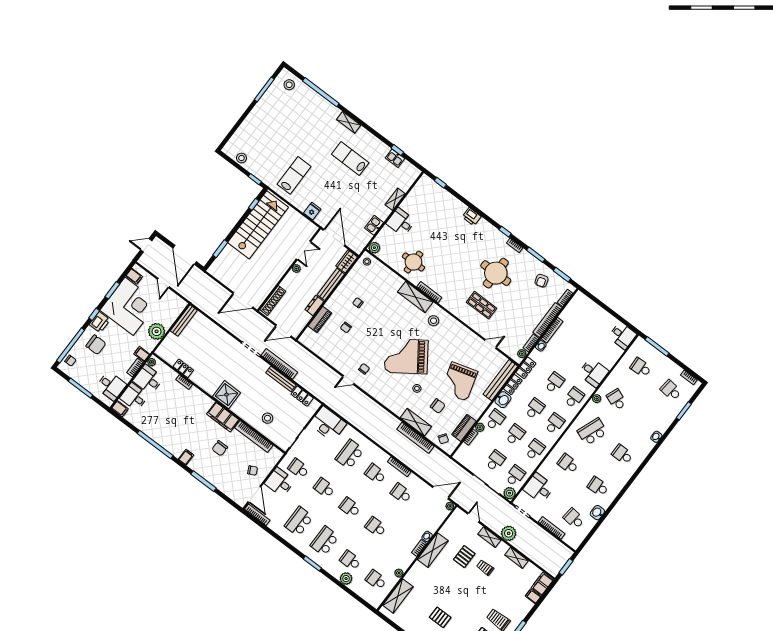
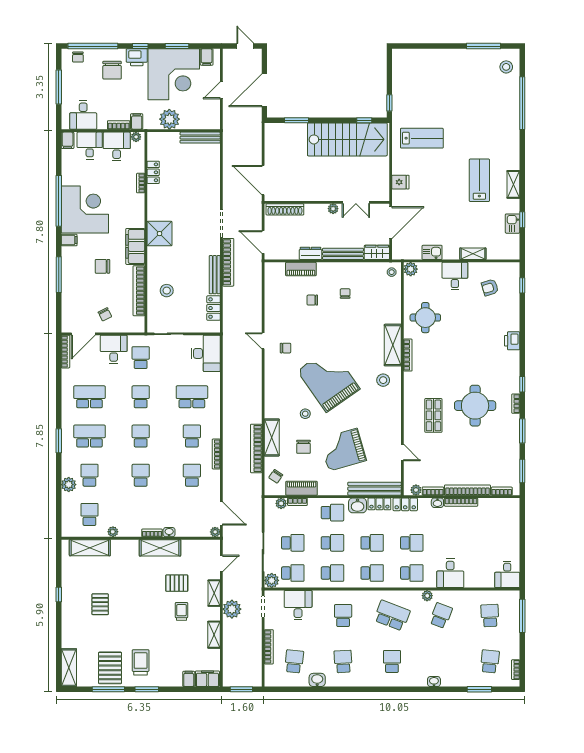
shelving: (349, 122) -> (513, 184), moved
stool: (242, 158) -> (400, 74), removed
armchair: (542, 281) -> (490, 288), moved
plant: (480, 427) -> (281, 503), moved
corner desk: (174, 432) -> (85, 210), added

